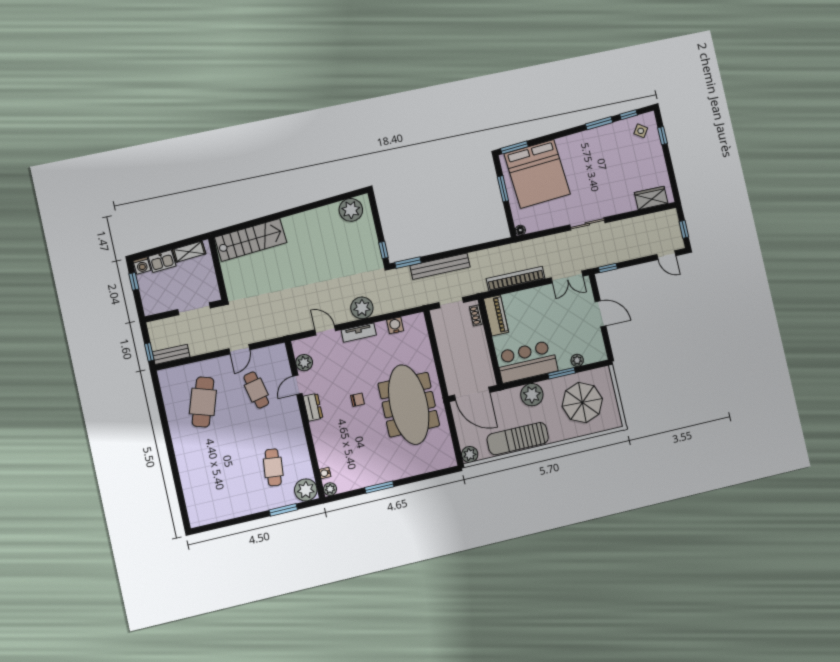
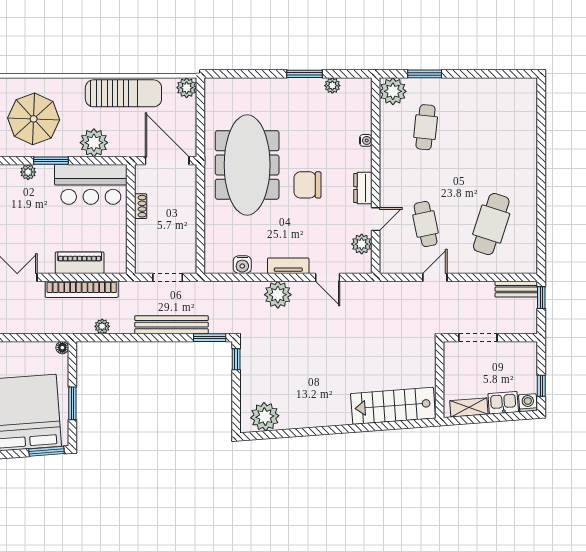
plant: (493, 253) -> (102, 326), added
shoe rack: (476, 315) -> (141, 206), moved
piano: (496, 315) -> (80, 263), moved, turned 90
chair: (358, 400) -> (307, 185), width x1.87, depth x1.87
water cooler: (325, 473) -> (366, 140), moved
plant: (330, 489) -> (332, 86), moved

